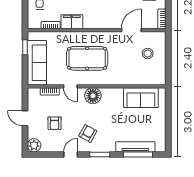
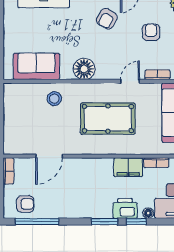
stool: (148, 54) -> (54, 99), moved
door: (70, 86) -> (130, 81), hinge flipped
floor lamp: (93, 96) -> (84, 69), moved

